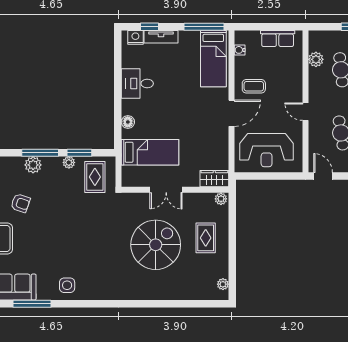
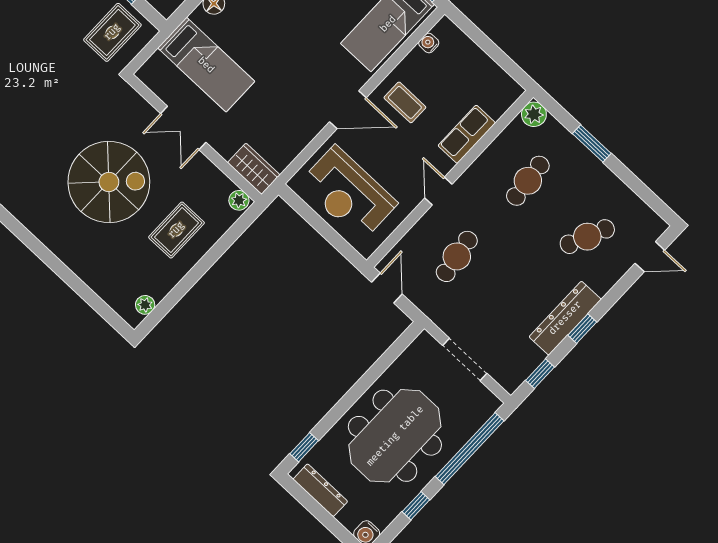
row of seats: (278, 38) -> (467, 134), moved, turned 90
plant: (316, 59) -> (534, 114), moved

